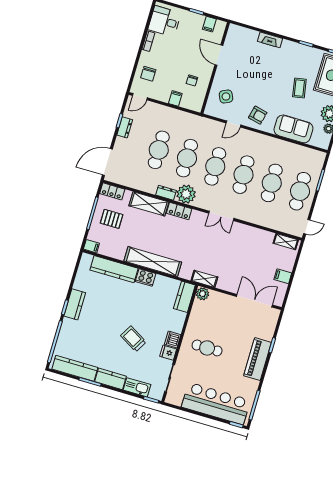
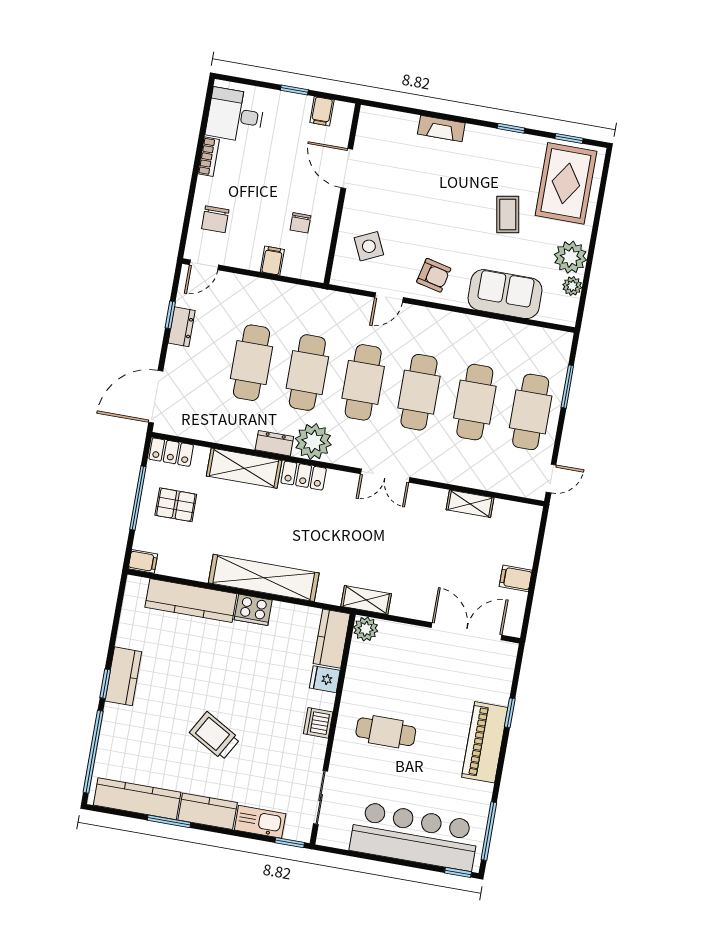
shelving: (286, 242) -> (470, 504), moved
trolley: (133, 339) -> (215, 736), moved
fridge: (168, 353) -> (325, 679), moved

